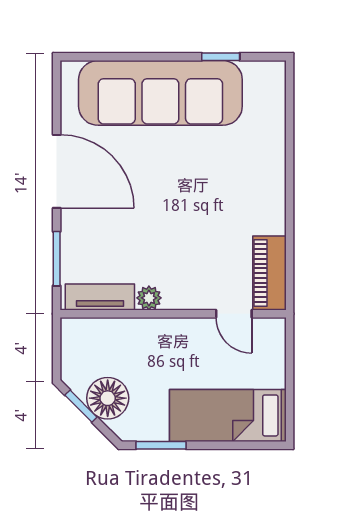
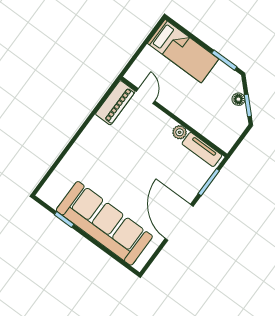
floor lamp: (108, 398) -> (238, 99), width x0.53, depth x0.53

